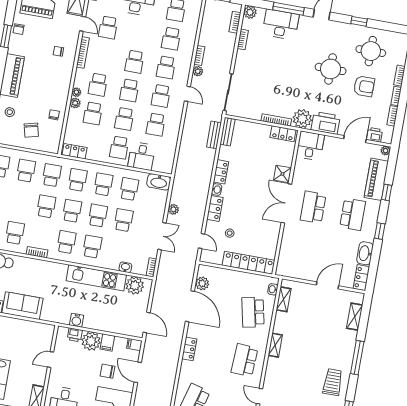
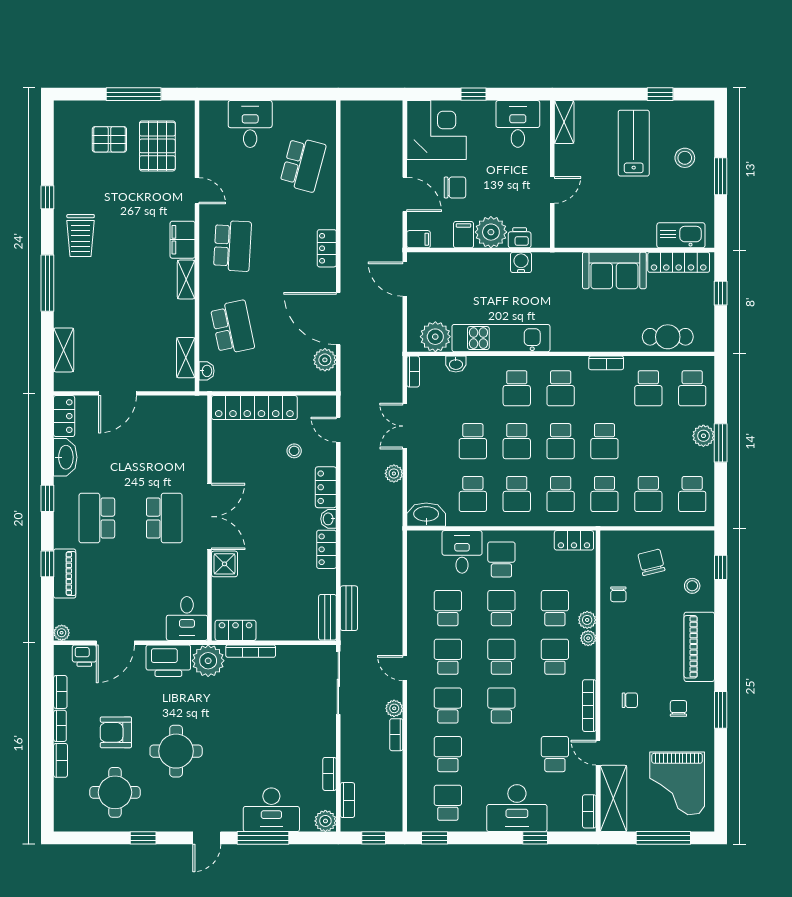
chair: (19, 29) -> (678, 708), moved
piano: (376, 179) -> (65, 574), width x0.73, depth x0.75
filing cabinet: (273, 369) -> (183, 240), added

